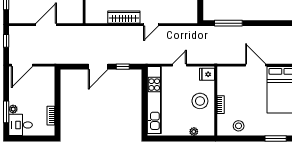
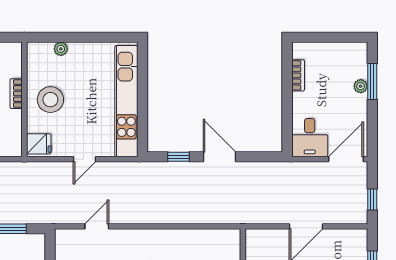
wardrobe: (124, 17) -> (177, 239), removed
door: (151, 25) -> (97, 226), moved
door: (98, 67) -> (220, 157), hinge flipped
desk: (21, 125) -> (310, 138), moved, turned 90

